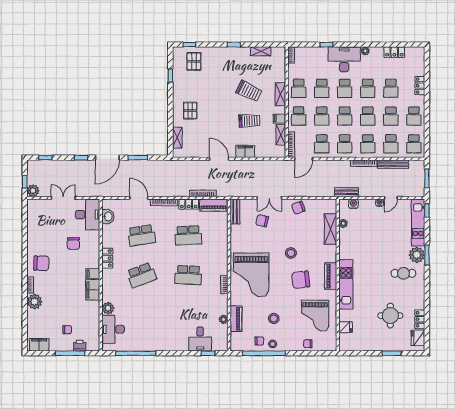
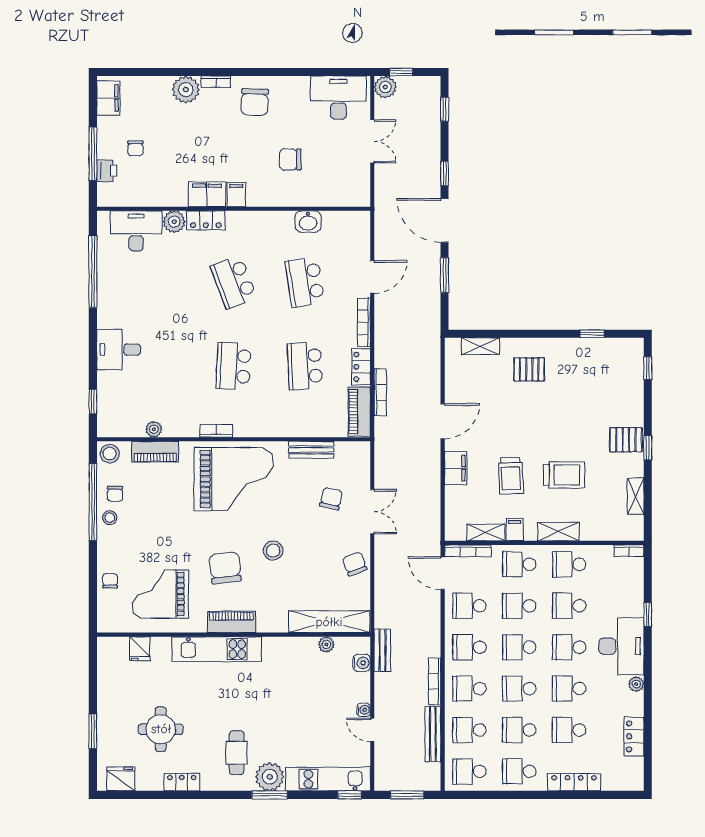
pallet: (194, 61) -> (626, 440), moved
locker: (420, 86) -> (574, 782), width x1.53
trolley: (249, 91) -> (564, 475), turned -116
double door: (269, 198) -> (372, 512), swing flipped
bench: (235, 212) -> (311, 450), moved
desk: (88, 215) -> (338, 98), moved, turned 180
washbasin: (108, 217) -> (308, 222), moved
shelving: (331, 229) -> (329, 622), width x1.47
locker: (107, 258) -> (206, 220), moved
grand piano: (251, 275) -> (234, 479), turned 180
stool: (274, 318) -> (110, 454), moved
locker: (420, 319) -> (182, 782), moved
desk: (200, 339) -> (119, 350), moved

